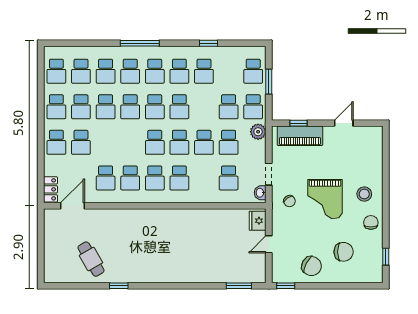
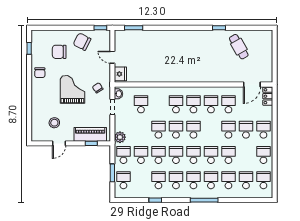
school desk: (81, 107) -> (228, 130), moved
school desk: (229, 142) -> (158, 155), moved
stool: (364, 194) -> (54, 123), moved
door: (269, 244) -> (112, 57), swing flipped

